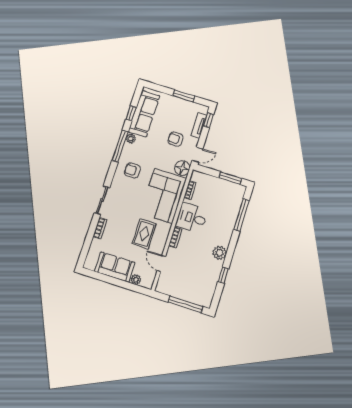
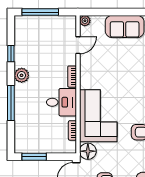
window: (241, 215) -> (11, 103), moved
rug: (144, 234) -> (105, 70), removed
door: (161, 264) -> (78, 45), hinge flipped
plant: (136, 280) -> (85, 21), moved

